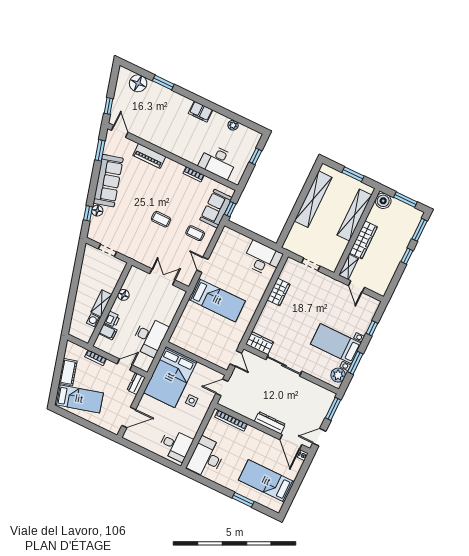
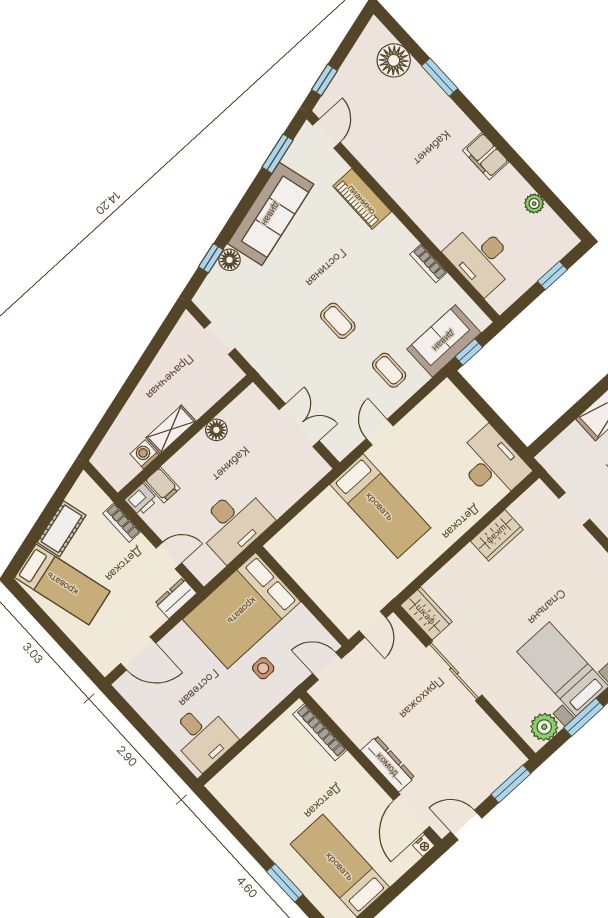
printer: (112, 319) -> (141, 500), moved
desk: (206, 458) -> (249, 781), removed

